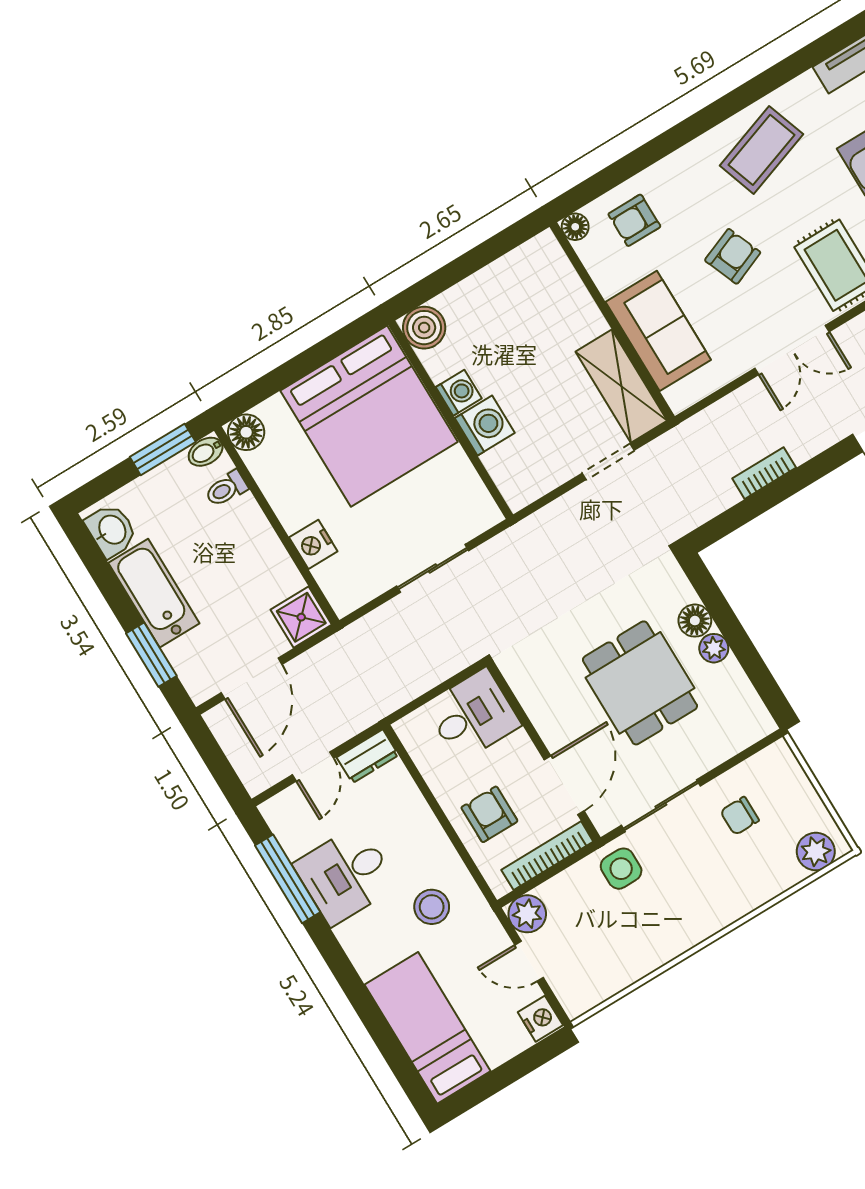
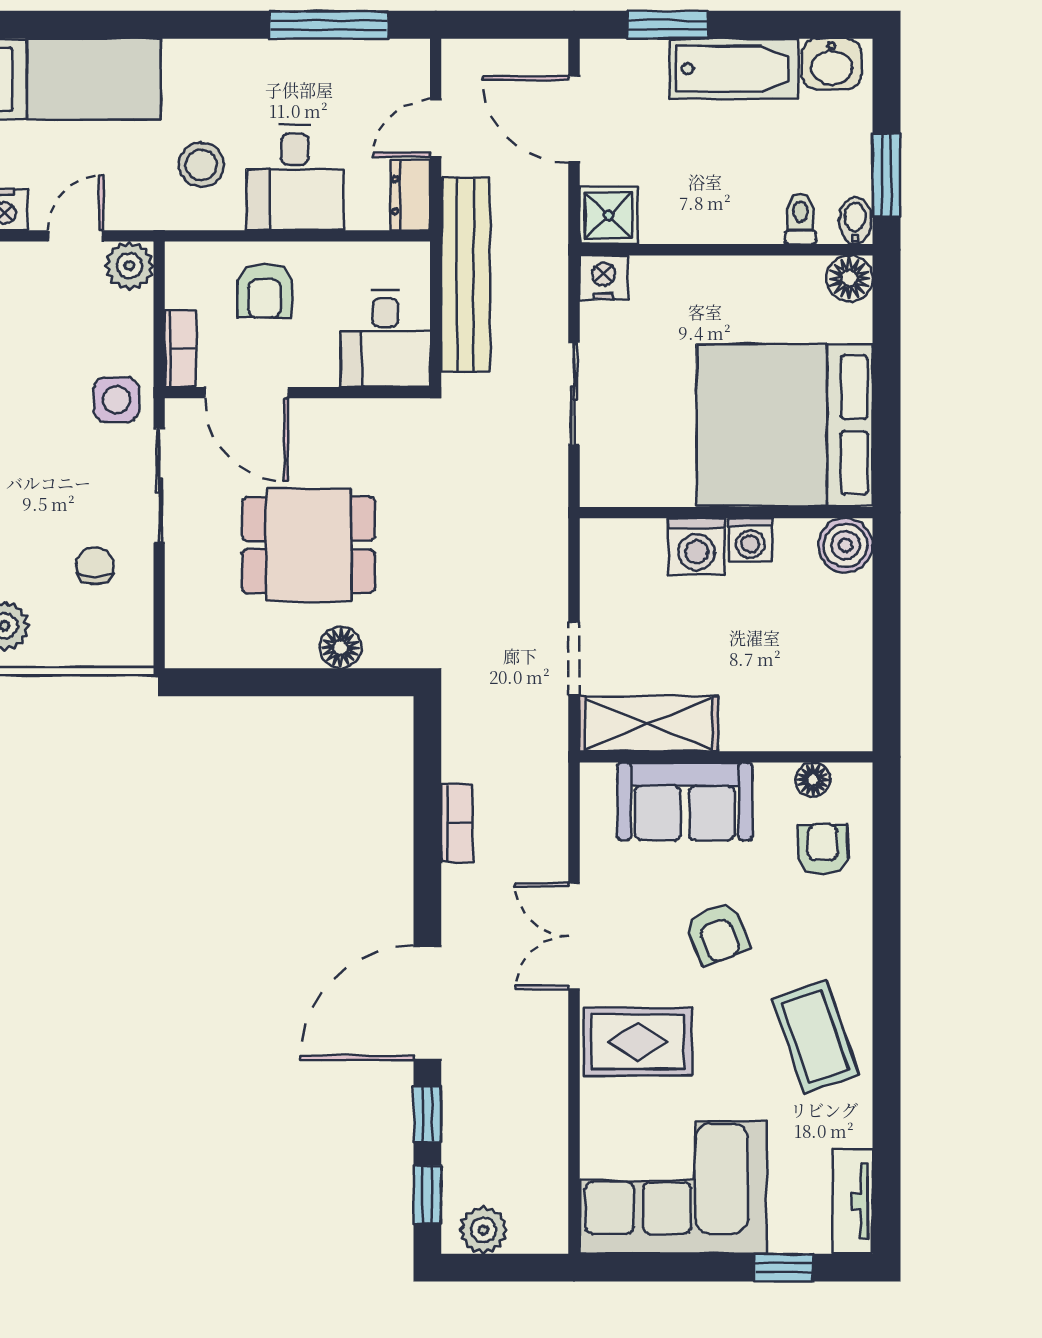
floor lamp: (575, 227) -> (813, 780), moved
nightstand: (313, 544) -> (604, 277), moved
plant: (714, 648) -> (297, 650), removed
bench: (398, 688) -> (465, 275), added
door: (313, 767) -> (436, 128), hinge flipped
armchair: (489, 814) -> (265, 291), turned 90
bookcase: (547, 856) -> (180, 349), width x0.64
desk: (346, 875) -> (295, 178), moved, turned 180

